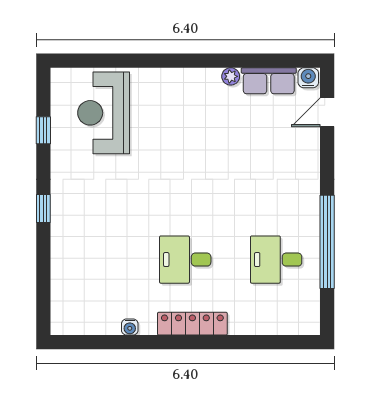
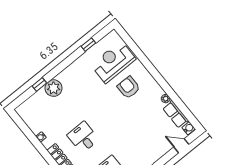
armchair: (164, 121) -> (129, 87), added
window: (43, 209) -> (39, 84), moved
plant: (68, 243) -> (54, 88), added

